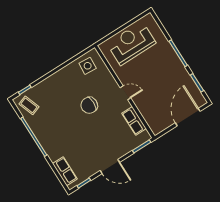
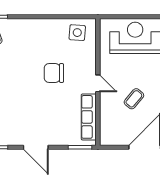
coffee table: (158, 87) -> (134, 99), added
row of seats: (134, 121) -> (89, 117), width x1.48

